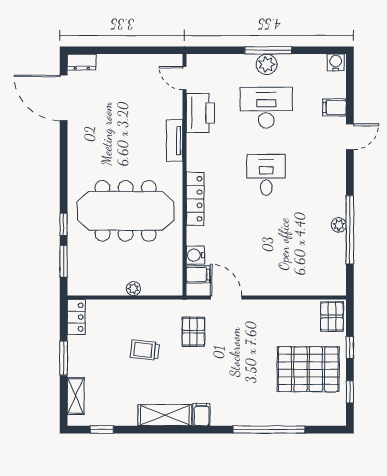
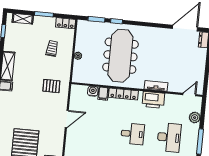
plant: (267, 64) -> (195, 118), moved
printer: (200, 113) -> (153, 100), moved
filing cabinet: (198, 274) -> (103, 94), moved
door: (226, 298) -> (67, 119), moved
trolley: (145, 350) -> (52, 48), moved

